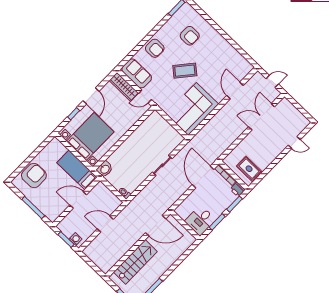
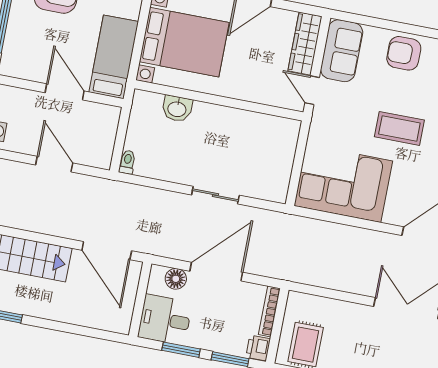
armchair: (155, 48) -> (404, 53), turned 90
coffee table: (185, 71) -> (399, 128), turned -40
washbasin: (105, 169) -> (177, 109), moved
door: (203, 177) -> (216, 272), moved
floor lamp: (186, 205) -> (176, 279), added

